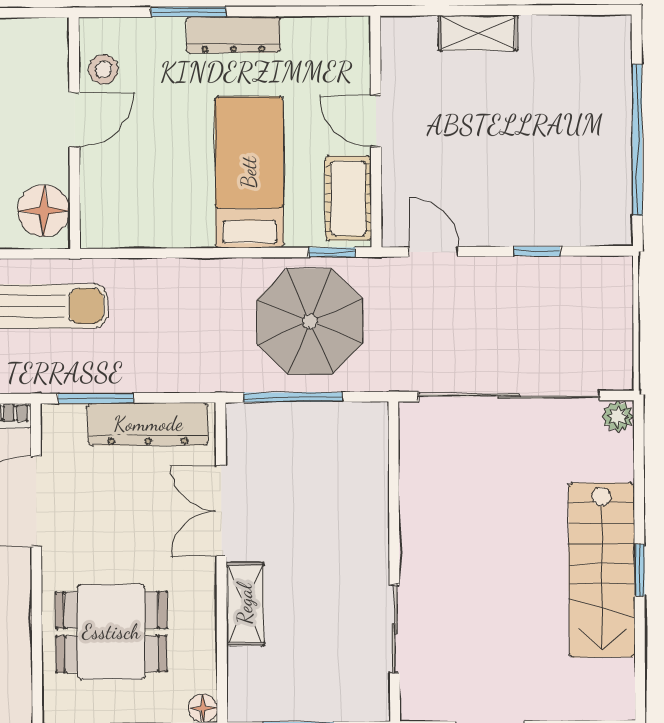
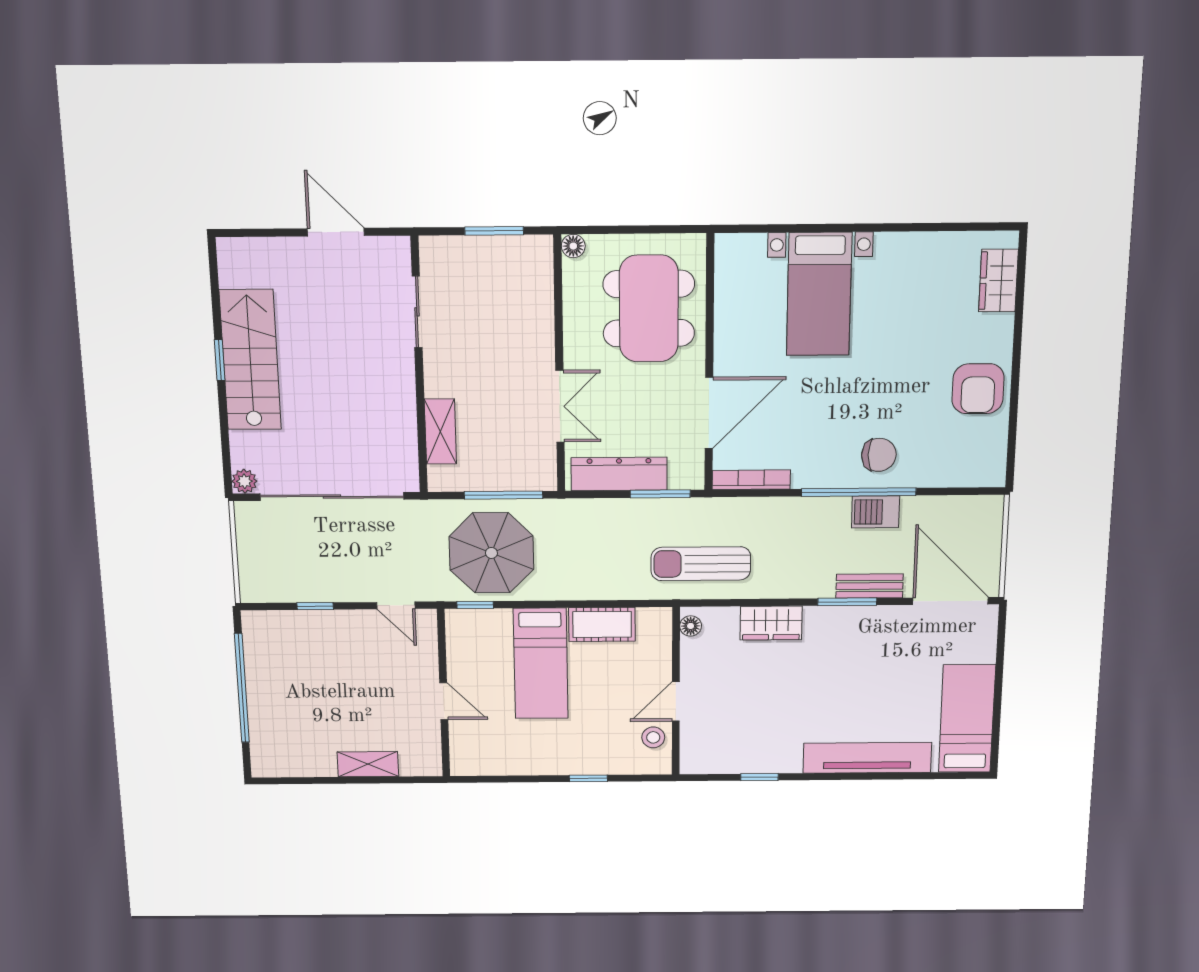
window: (189, 12) -> (588, 778), width x0.67
dresser: (233, 35) -> (554, 762), removed
cot: (348, 198) -> (602, 624), moved, turned 90
floor lamp: (44, 211) -> (691, 626), width x0.53, depth x0.53
shelving: (245, 604) -> (440, 432), moved
dining table: (111, 632) -> (649, 309), width x1.38

